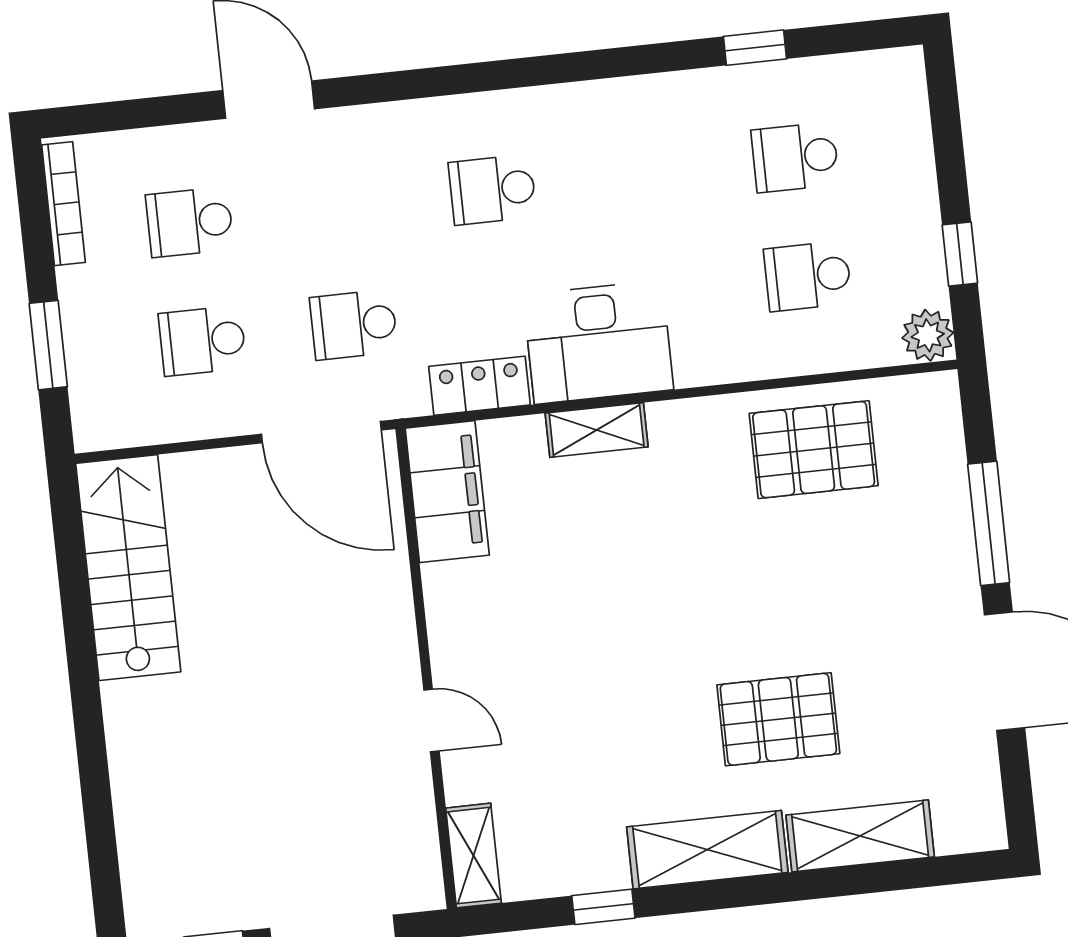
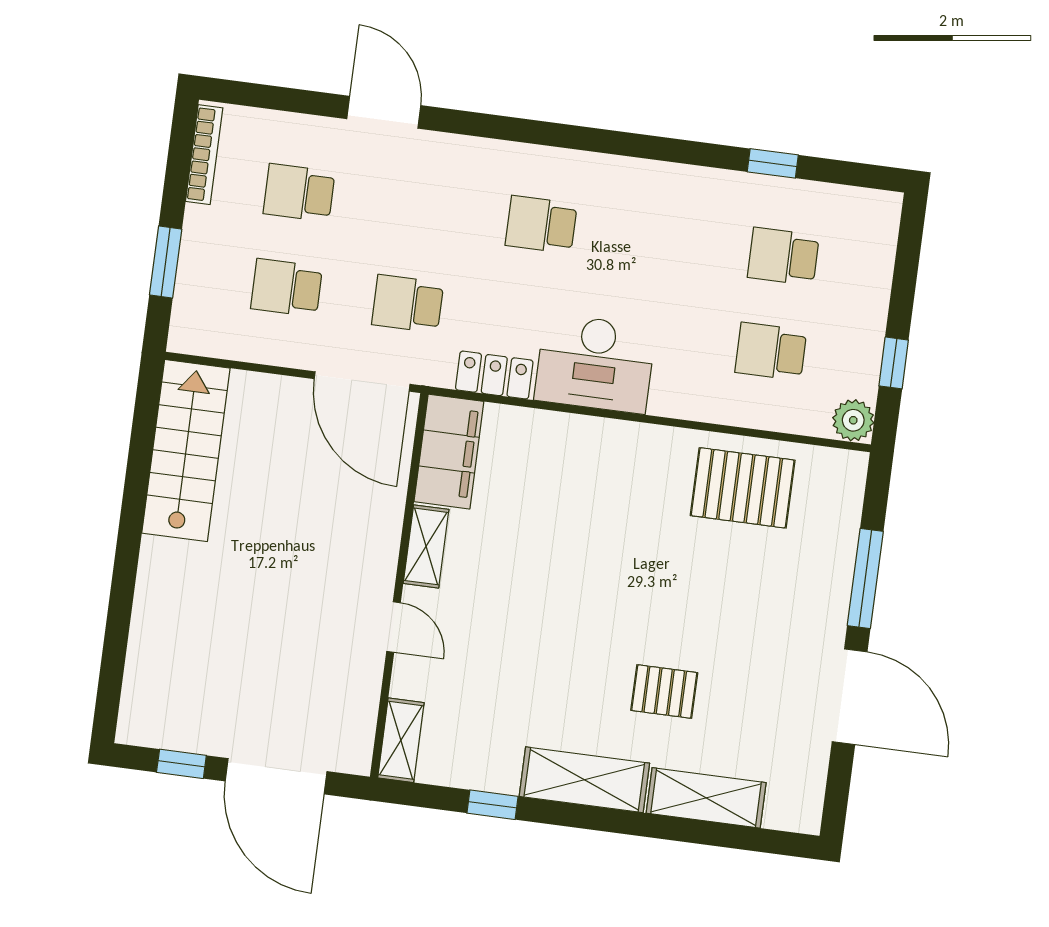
shelving: (597, 430) -> (426, 546), moved, turned 90
pallet: (778, 719) -> (664, 692), width x0.67, depth x0.71

